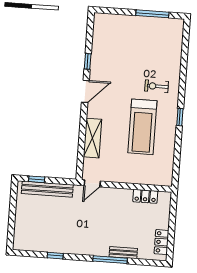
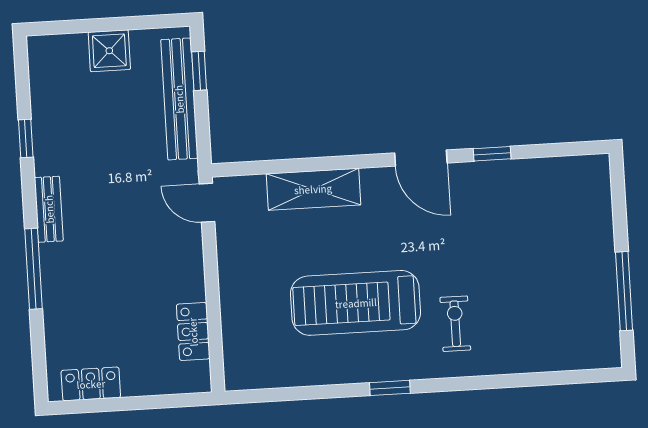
shower: (23, 216) -> (109, 51), added
bench: (123, 253) -> (49, 209), moved

